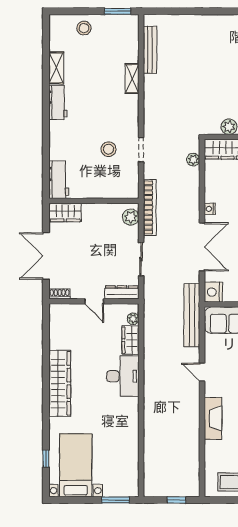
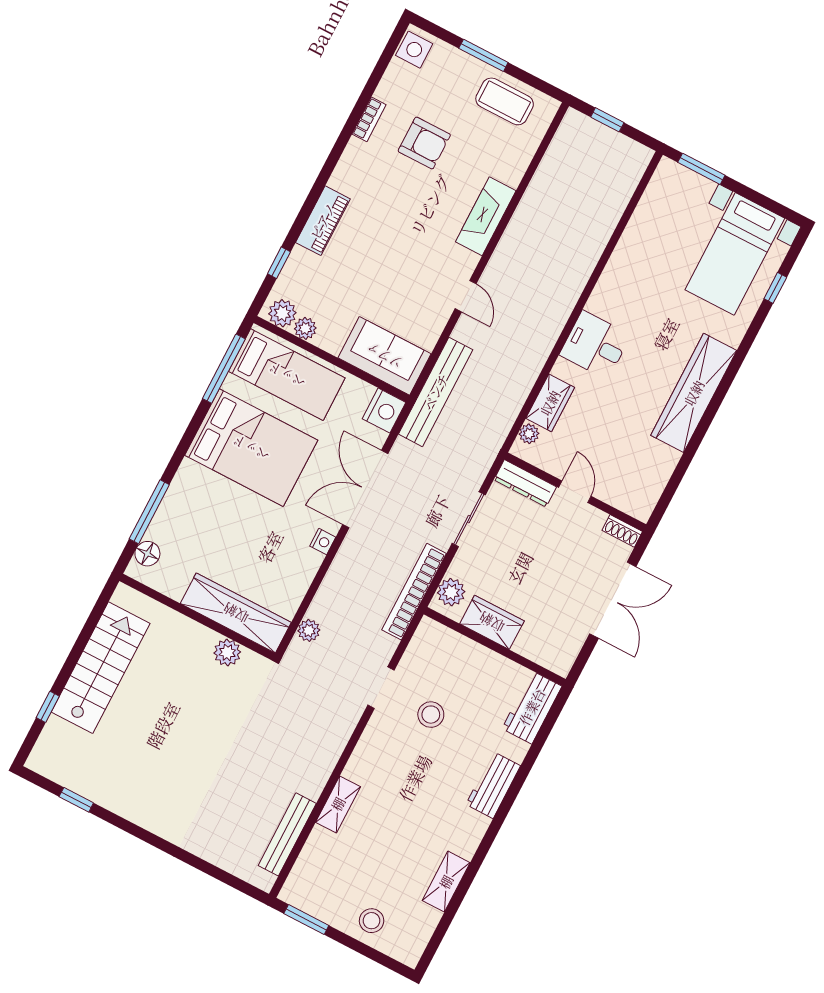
workbench: (58, 102) -> (493, 785), moved
wardrobe: (65, 212) -> (492, 622), moved
desk: (123, 376) -> (595, 345), width x0.73

